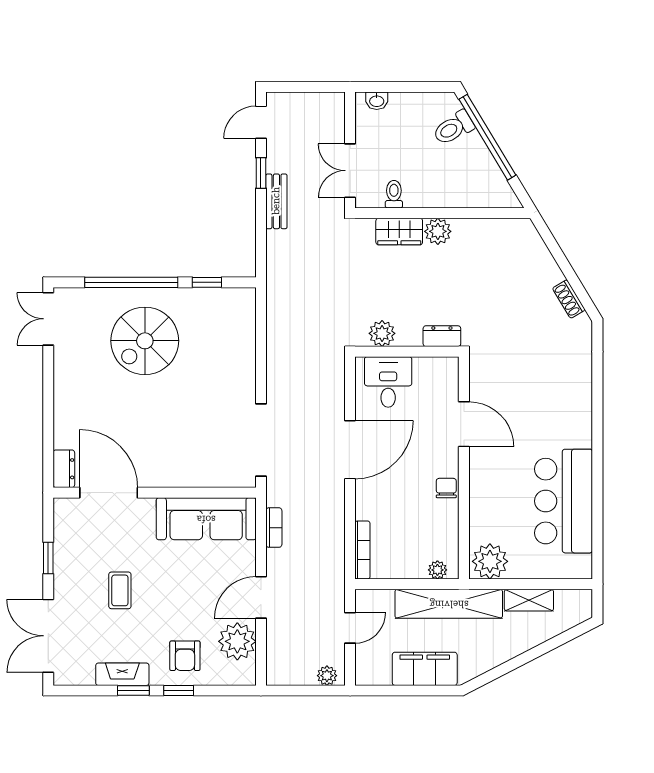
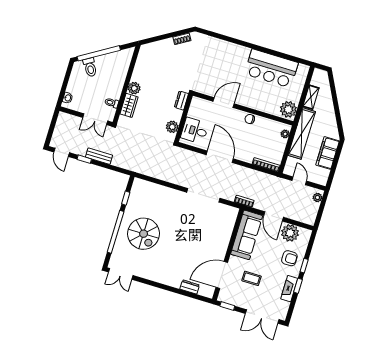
door: (109, 493) -> (222, 275), moved
wall: (155, 493) -> (228, 254), moved
sofa: (206, 519) -> (247, 235), moved

